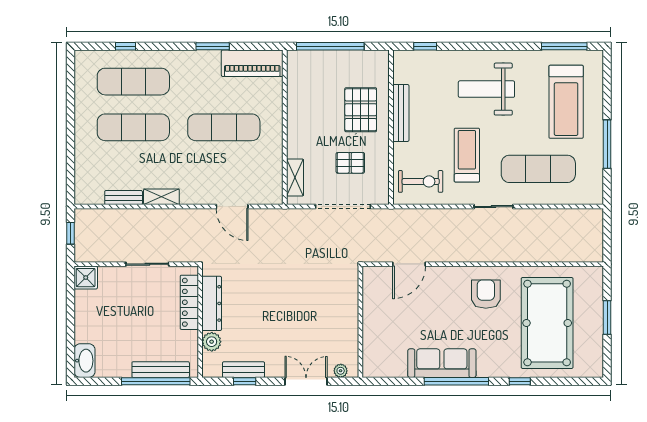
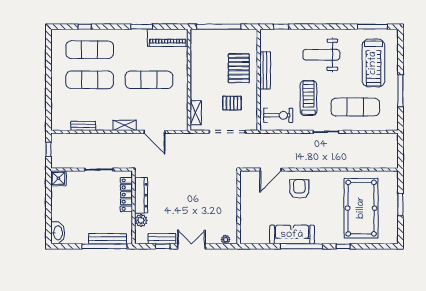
shelving: (161, 197) -> (125, 125), moved
armchair: (486, 294) -> (299, 189), moved
double door: (306, 381) -> (191, 246), moved

